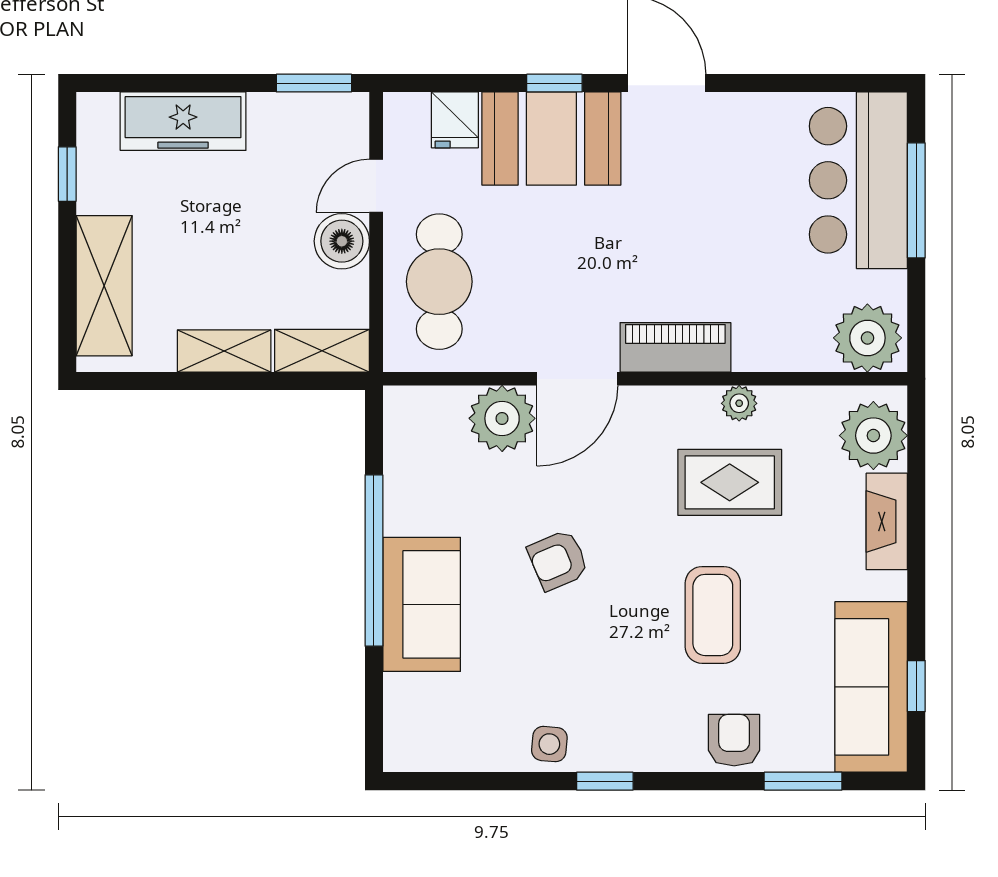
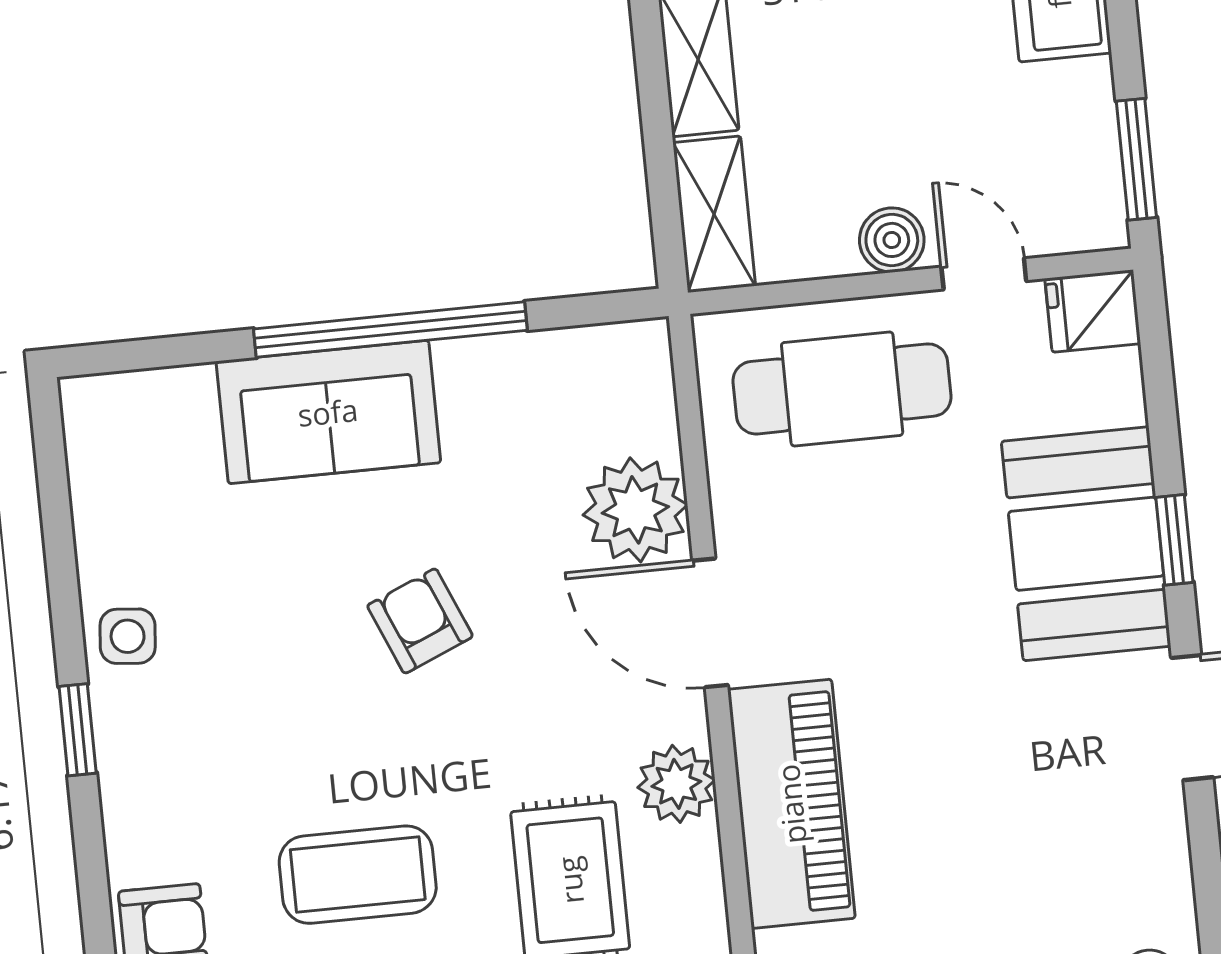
fridge: (455, 120) -> (1093, 311), moved
boiler: (342, 241) -> (892, 240), width x0.73, depth x0.73
piano: (675, 347) -> (791, 804), width x1.37, depth x1.33
plant: (739, 403) -> (676, 784), moved, width x1.38, depth x1.38

